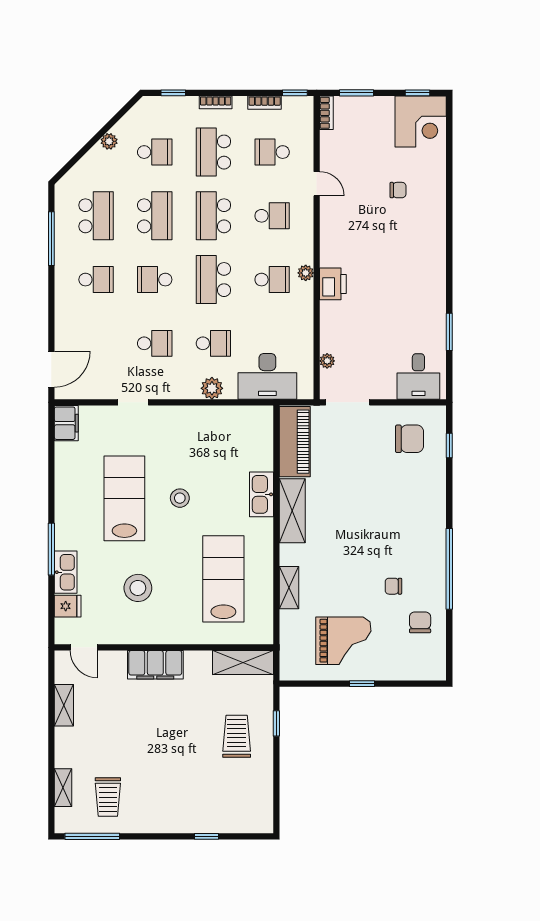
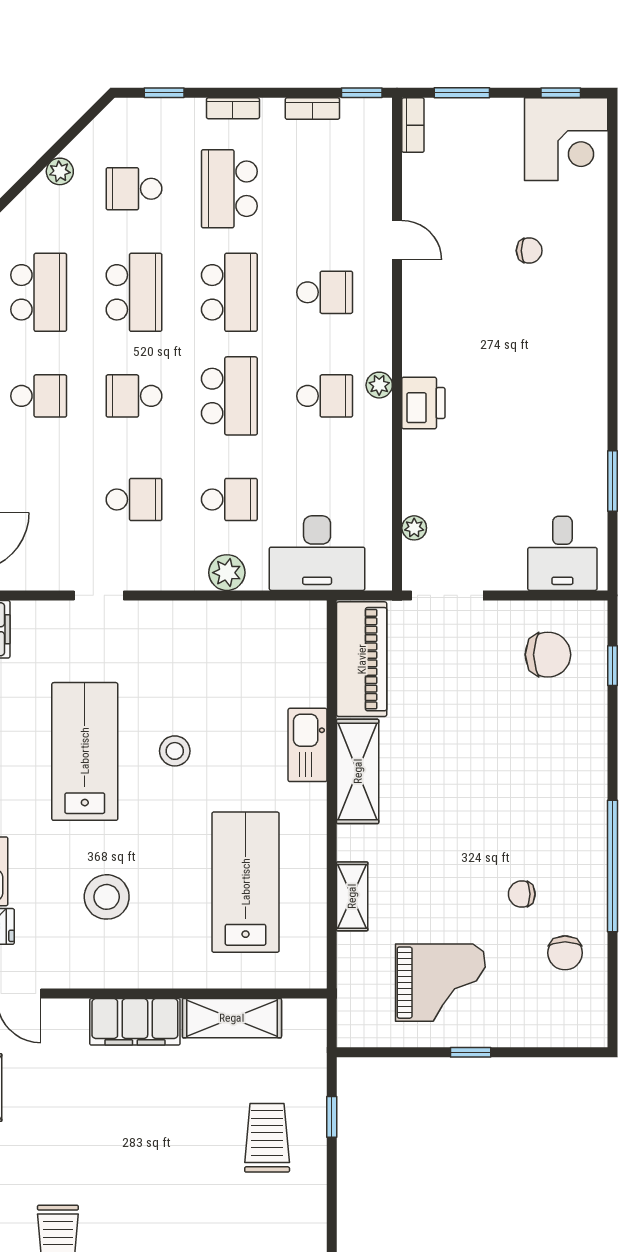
school desk: (155, 152) -> (134, 189), turned 180
school desk: (272, 152) -> (325, 189), removed
school desk: (213, 216) -> (229, 292), turned 180
school desk: (213, 280) -> (229, 396), turned 180
chair: (420, 622) -> (565, 953), turned 180
shelving: (243, 663) -> (232, 1018), moved

